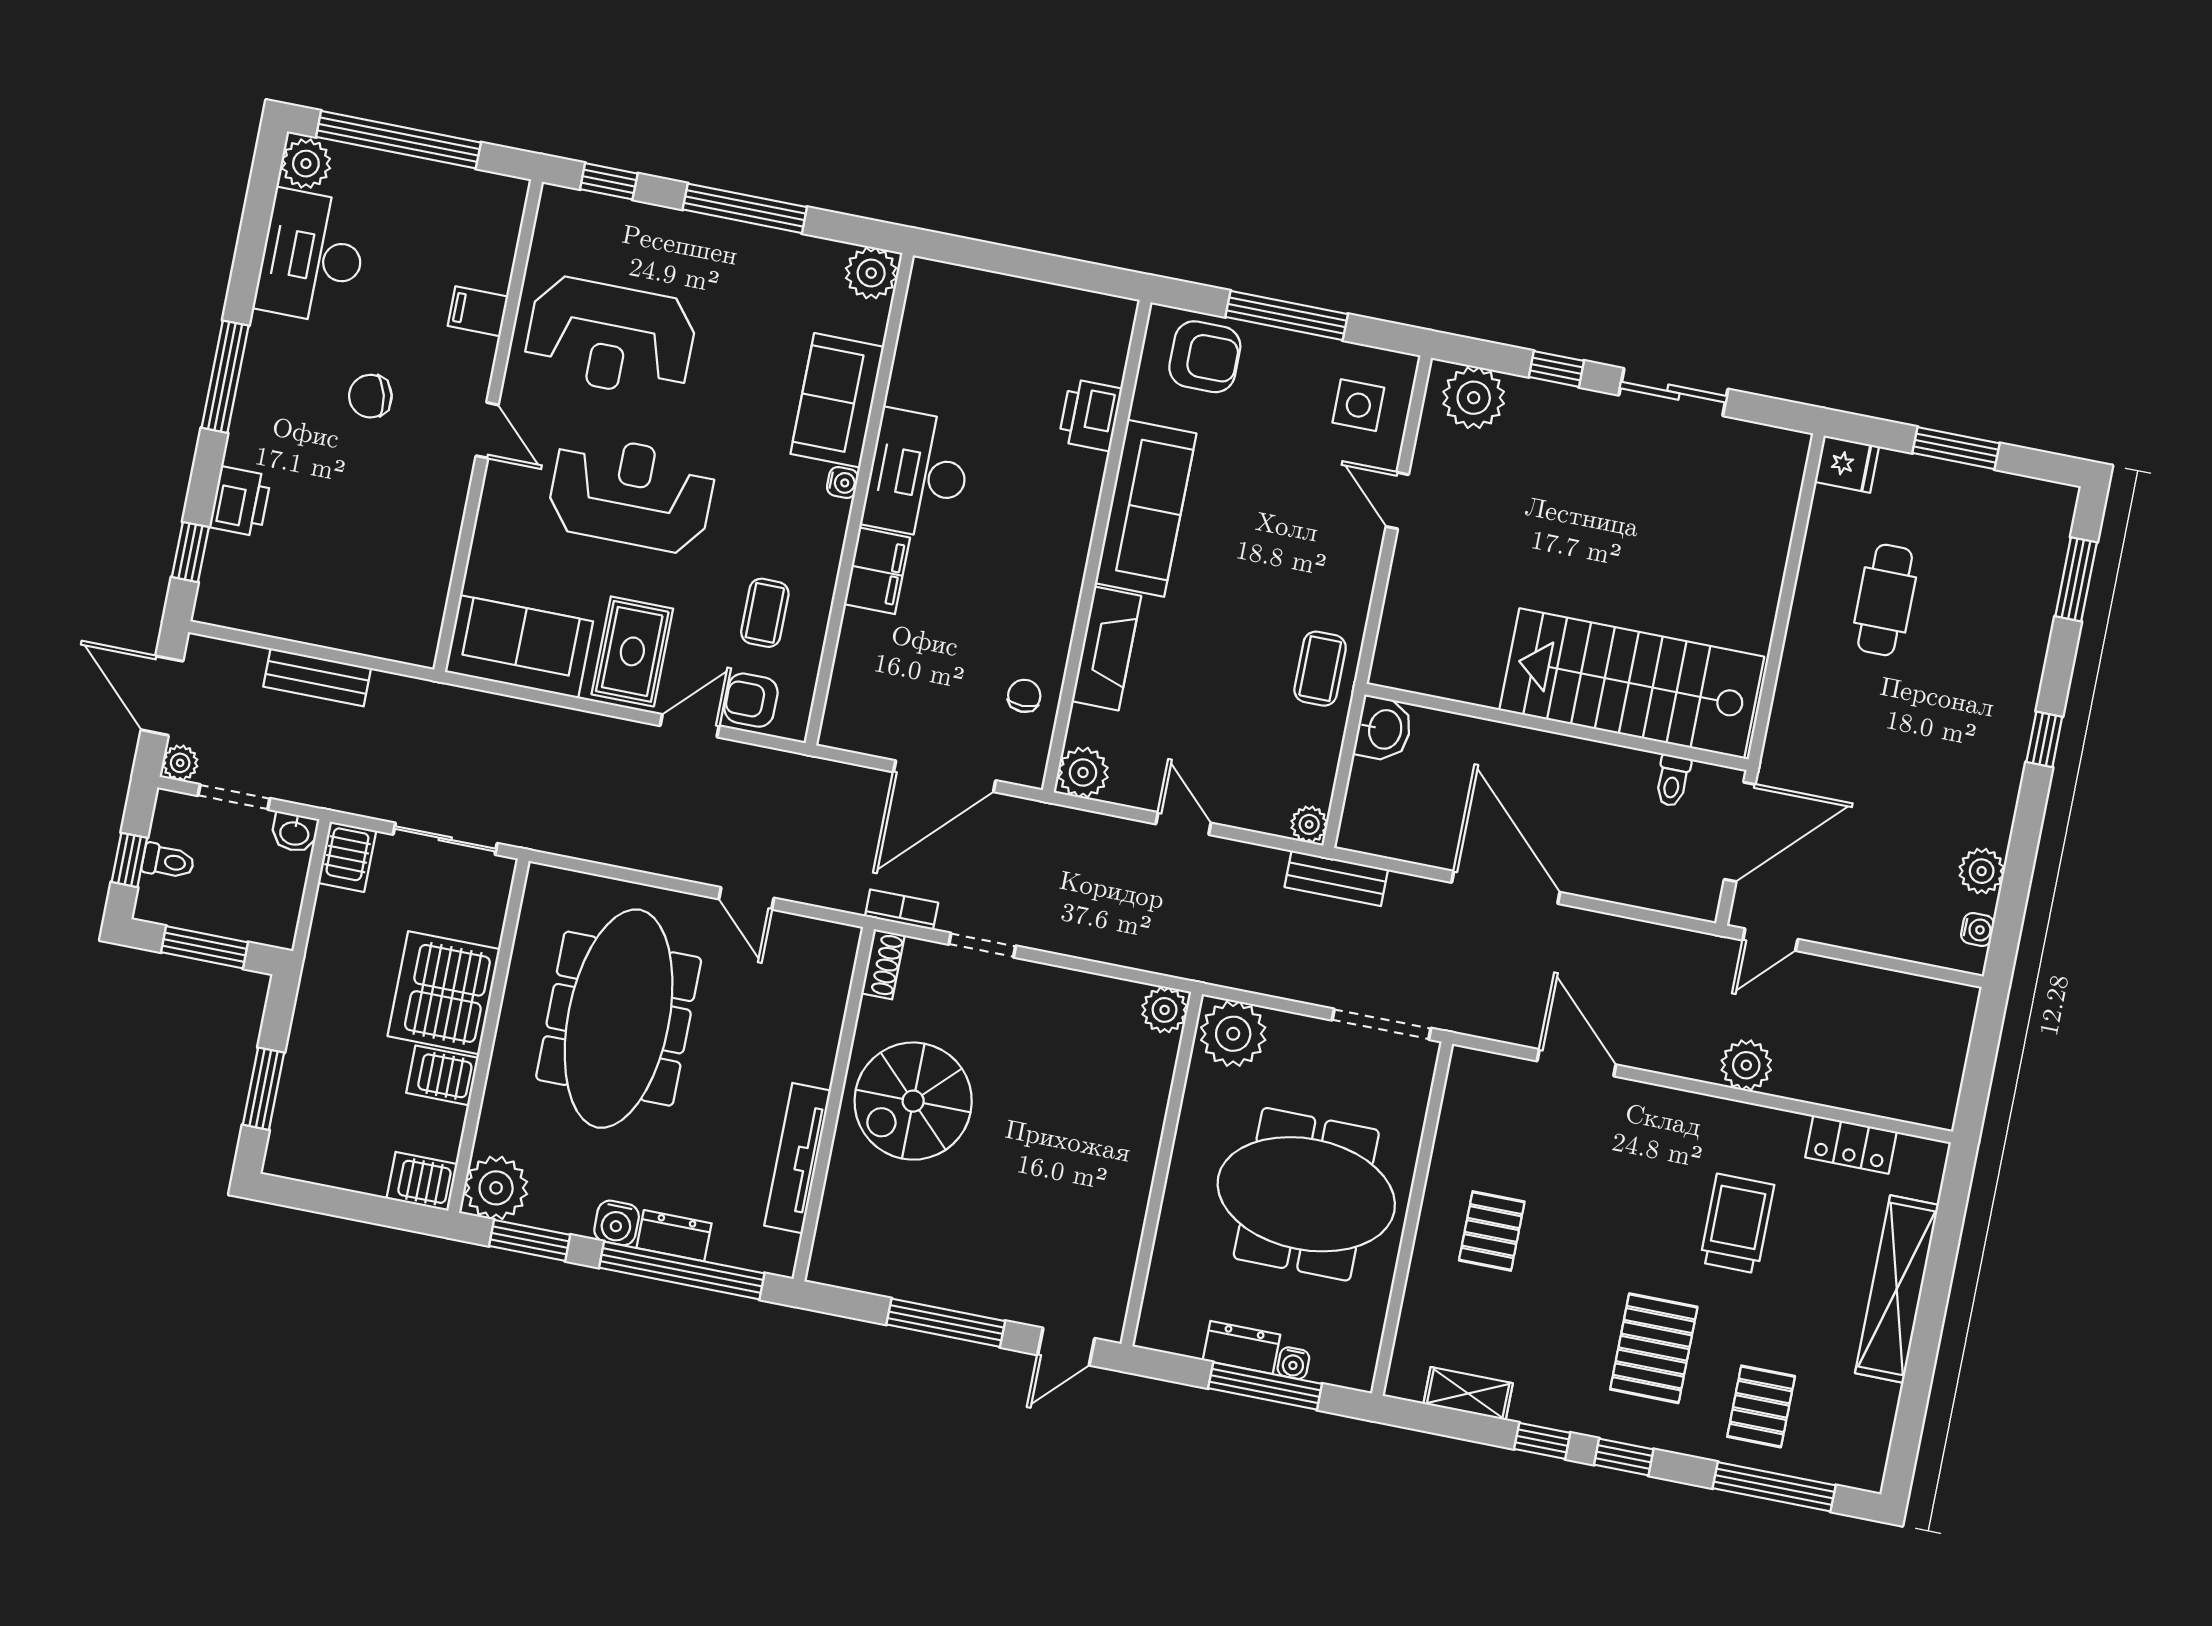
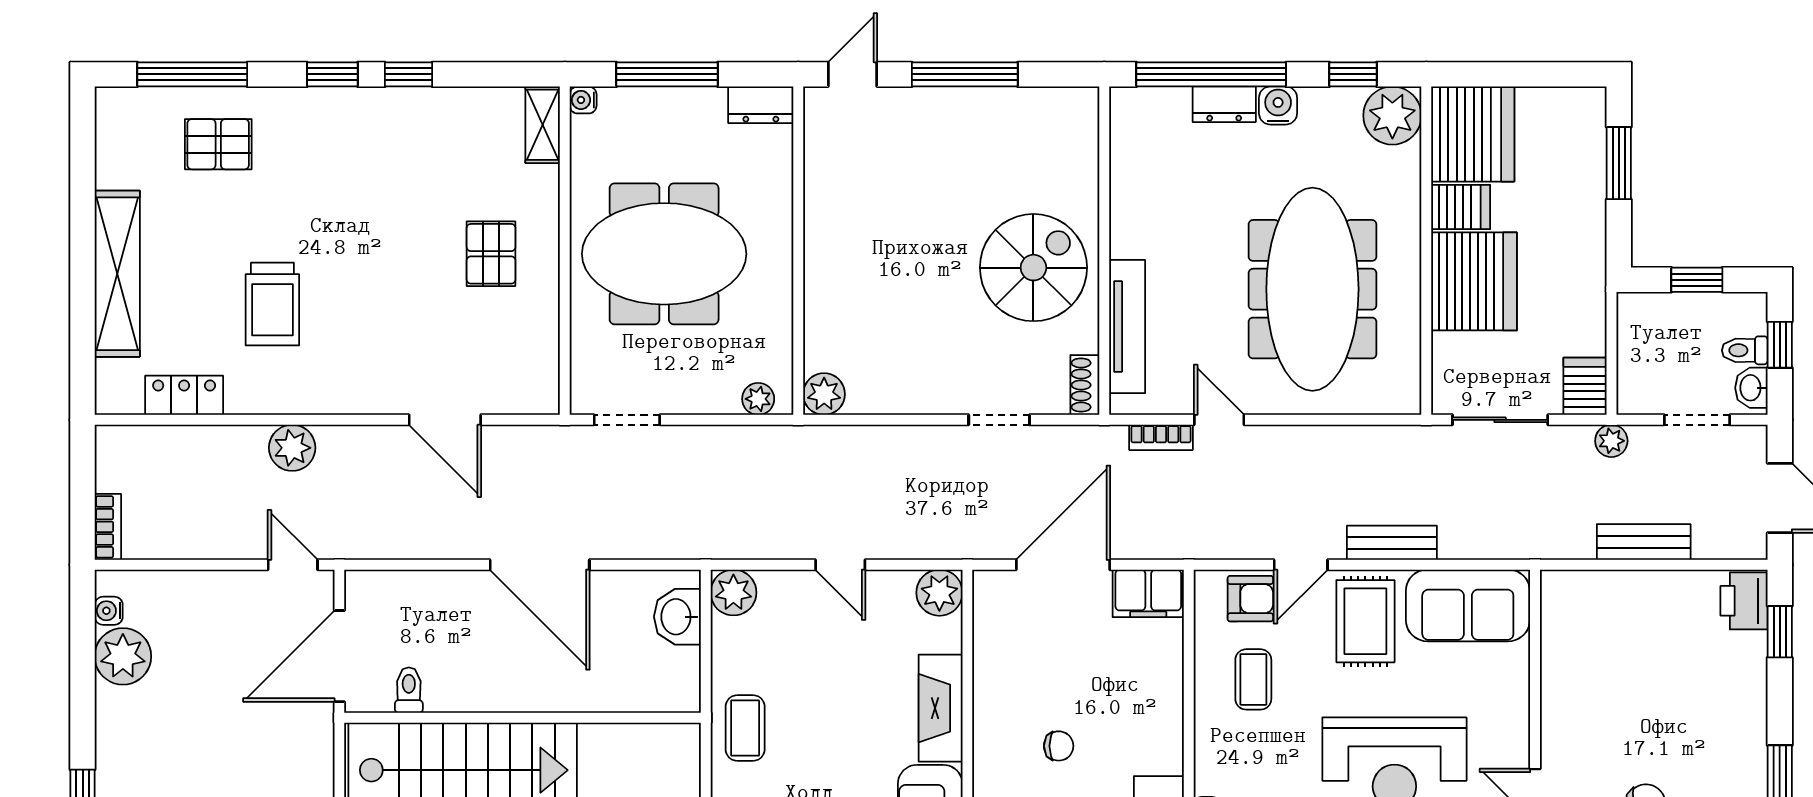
printer: (240, 501) -> (1744, 601), moved
filing cabinet: (877, 571) -> (1148, 593), moved, turned -90
chair: (1024, 696) -> (1059, 746), moved, turned -90
washbasin: (1384, 729) -> (677, 617), moved
plant: (180, 763) -> (1611, 441), moved
plant: (1309, 824) -> (733, 593), width x1.38, depth x1.38
washbasin: (294, 833) -> (1751, 388), moved, turned -90
plant: (1982, 871) -> (123, 656), width x1.36, depth x1.36
bench: (1336, 878) -> (1392, 543), moved
bookcase: (902, 910) -> (1161, 437), moved
door: (1770, 940) -> (293, 565), hinge flipped
window: (204, 947) -> (1697, 280), width x0.67
bookcase: (1961, 1020) -> (108, 527), added
doorway: (1381, 1024) -> (627, 420), width x0.73
plant: (1233, 1034) -> (758, 399), width x0.53, depth x0.53
tv unit: (798, 1158) -> (1127, 327), moved
server rack: (422, 1181) -> (1473, 134), width x2.18, depth x1.44
window: (530, 1240) -> (1353, 74), width x0.67
dresser: (1242, 1347) -> (761, 105), moved
pallet: (1654, 1348) -> (325, 177), removed
water cooler: (1293, 1363) -> (583, 100), moved, turned -90
shelving: (1468, 1394) -> (543, 125), moved, turned 90
pallet: (1761, 1406) -> (218, 144), turned 90

